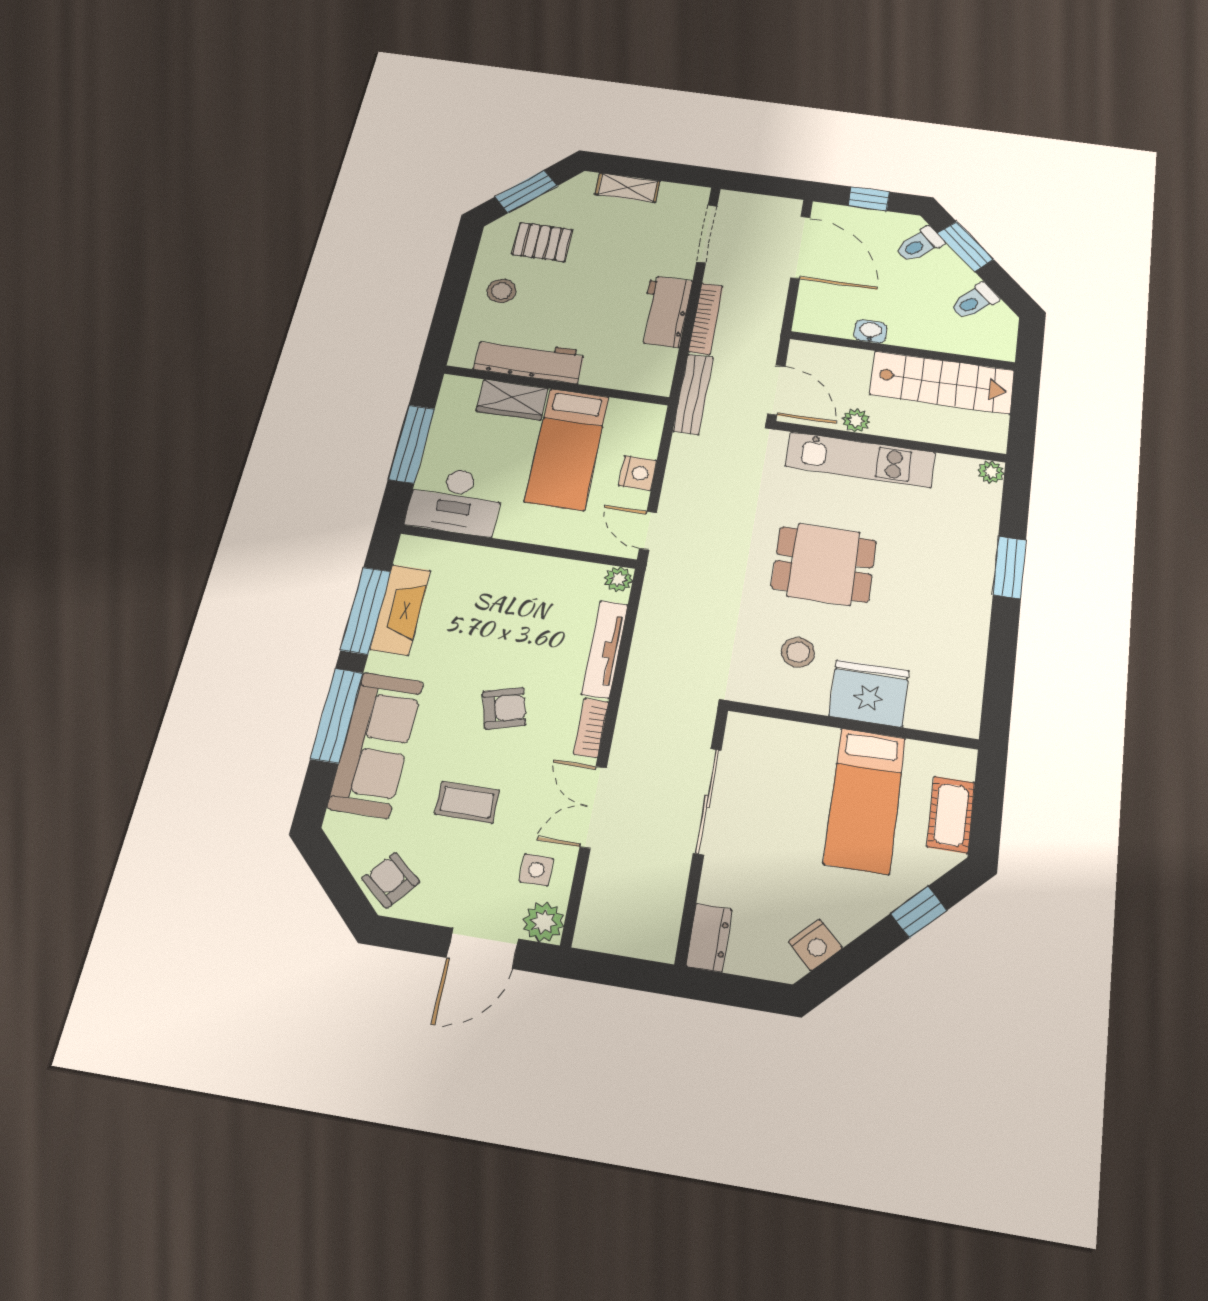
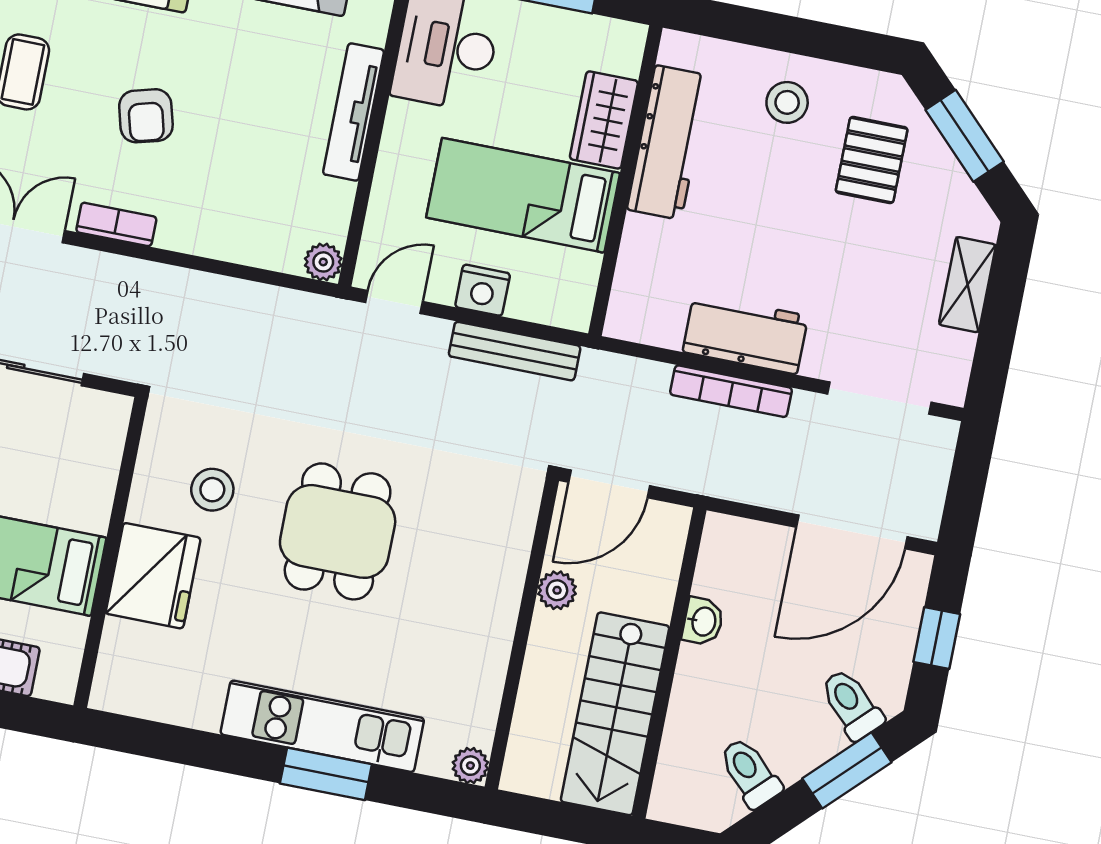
bench: (693, 394) -> (515, 351), moved
kitchen unit: (860, 460) -> (322, 726), moved, turned 90
tv unit: (605, 649) -> (353, 112), moved, turned -90

